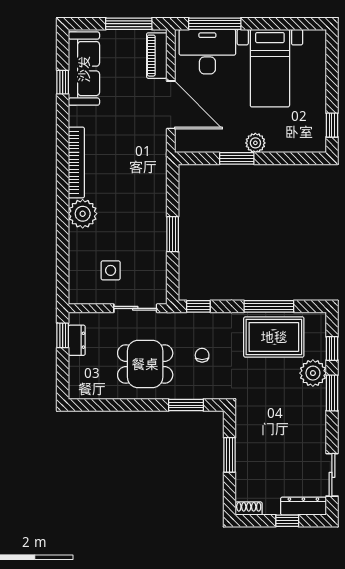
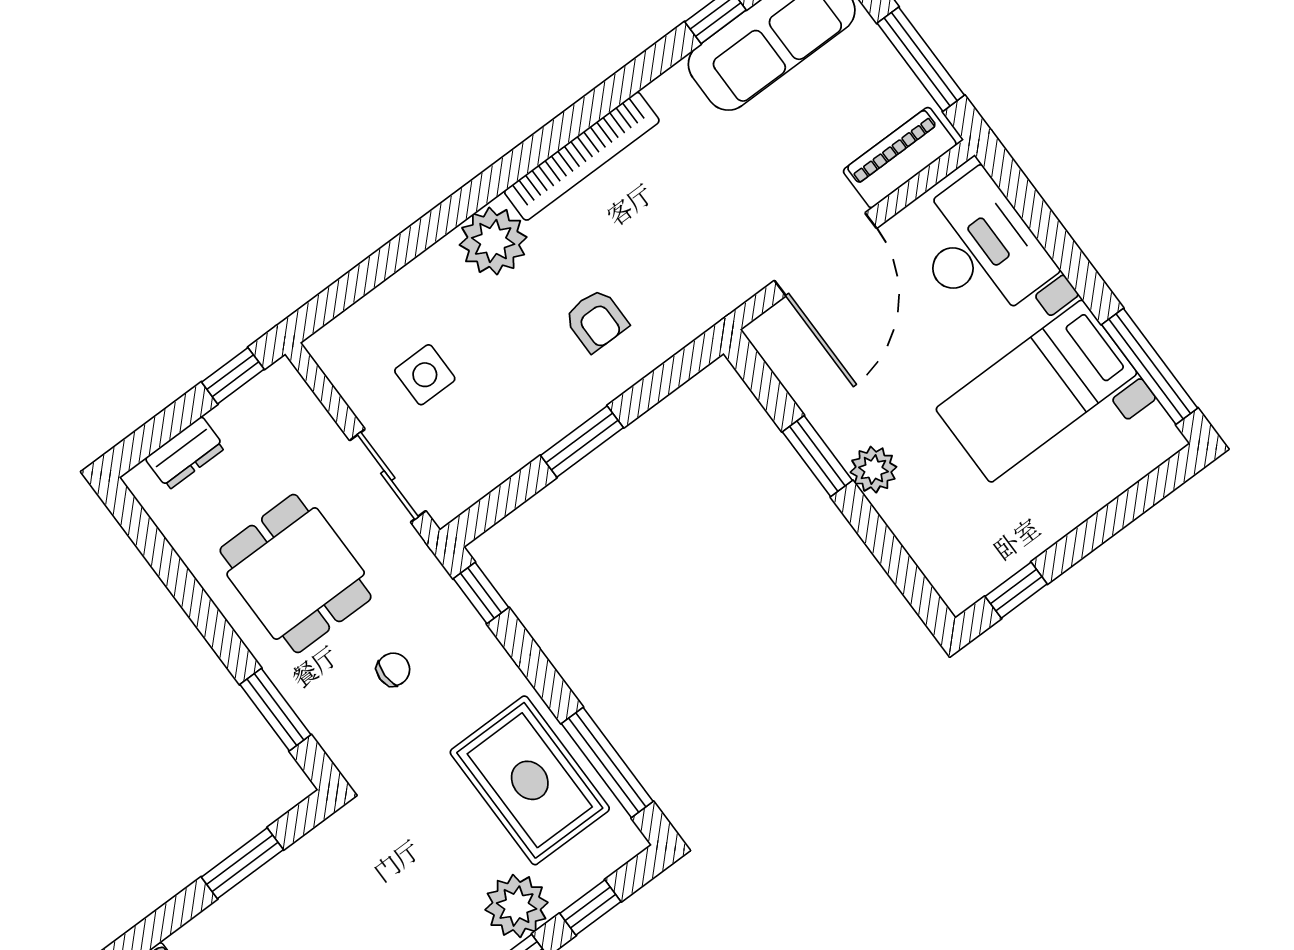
window: (215, 24) -> (1150, 366), moved
armchair: (135, 199) -> (596, 320), added
window: (269, 306) -> (607, 763), moved
dresser: (77, 340) -> (185, 453), moved

